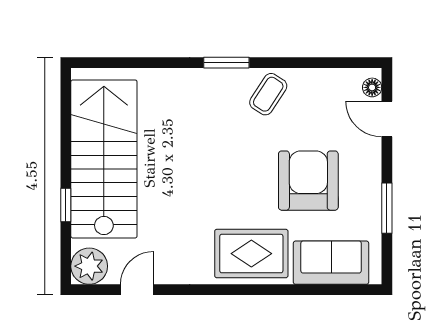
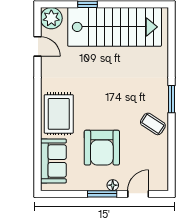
floor lamp: (372, 87) -> (113, 185), moved
armchair: (308, 181) -> (102, 148), turned 90
window: (387, 208) -> (102, 194), moved

